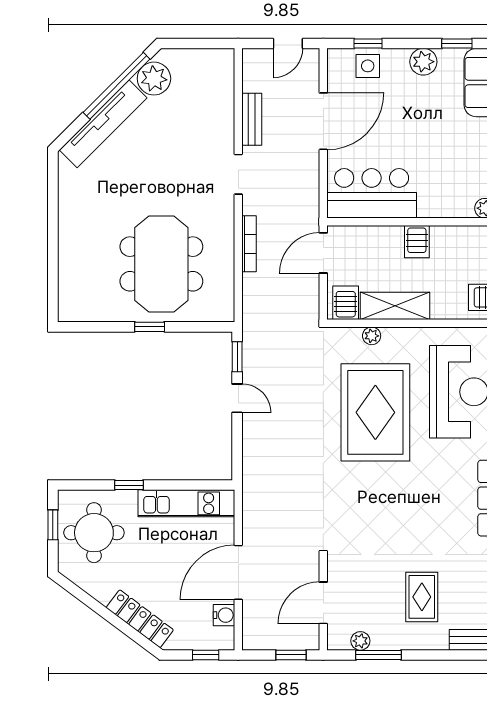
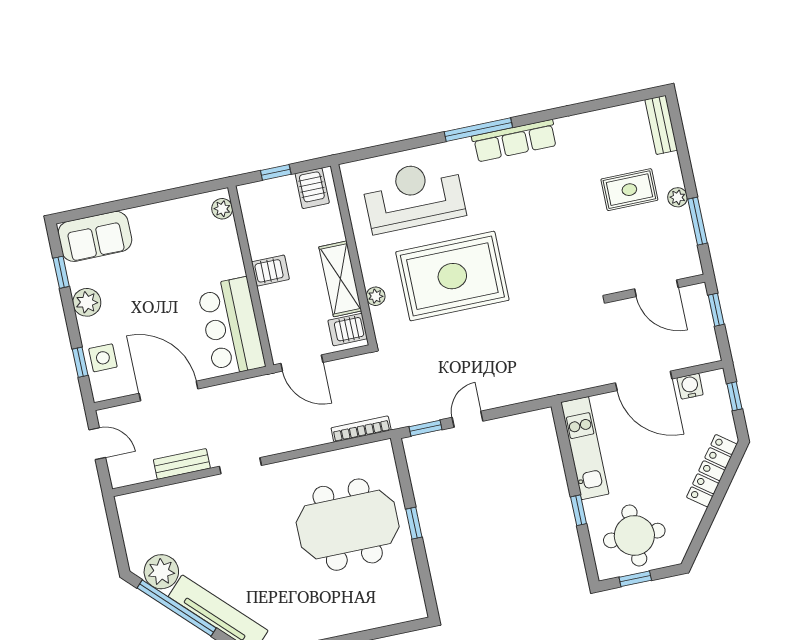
bookcase: (249, 244) -> (361, 429), moved
plant: (360, 641) -> (678, 197), moved

